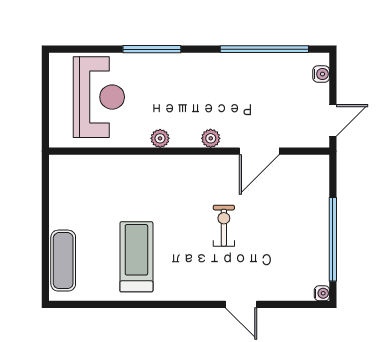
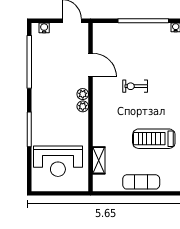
reception desk: (99, 97) -> (58, 161), turned 180
plant: (160, 138) -> (83, 106), moved
shelving: (100, 165) -> (99, 160), added
exercise mat: (63, 261) -> (141, 182), moved

